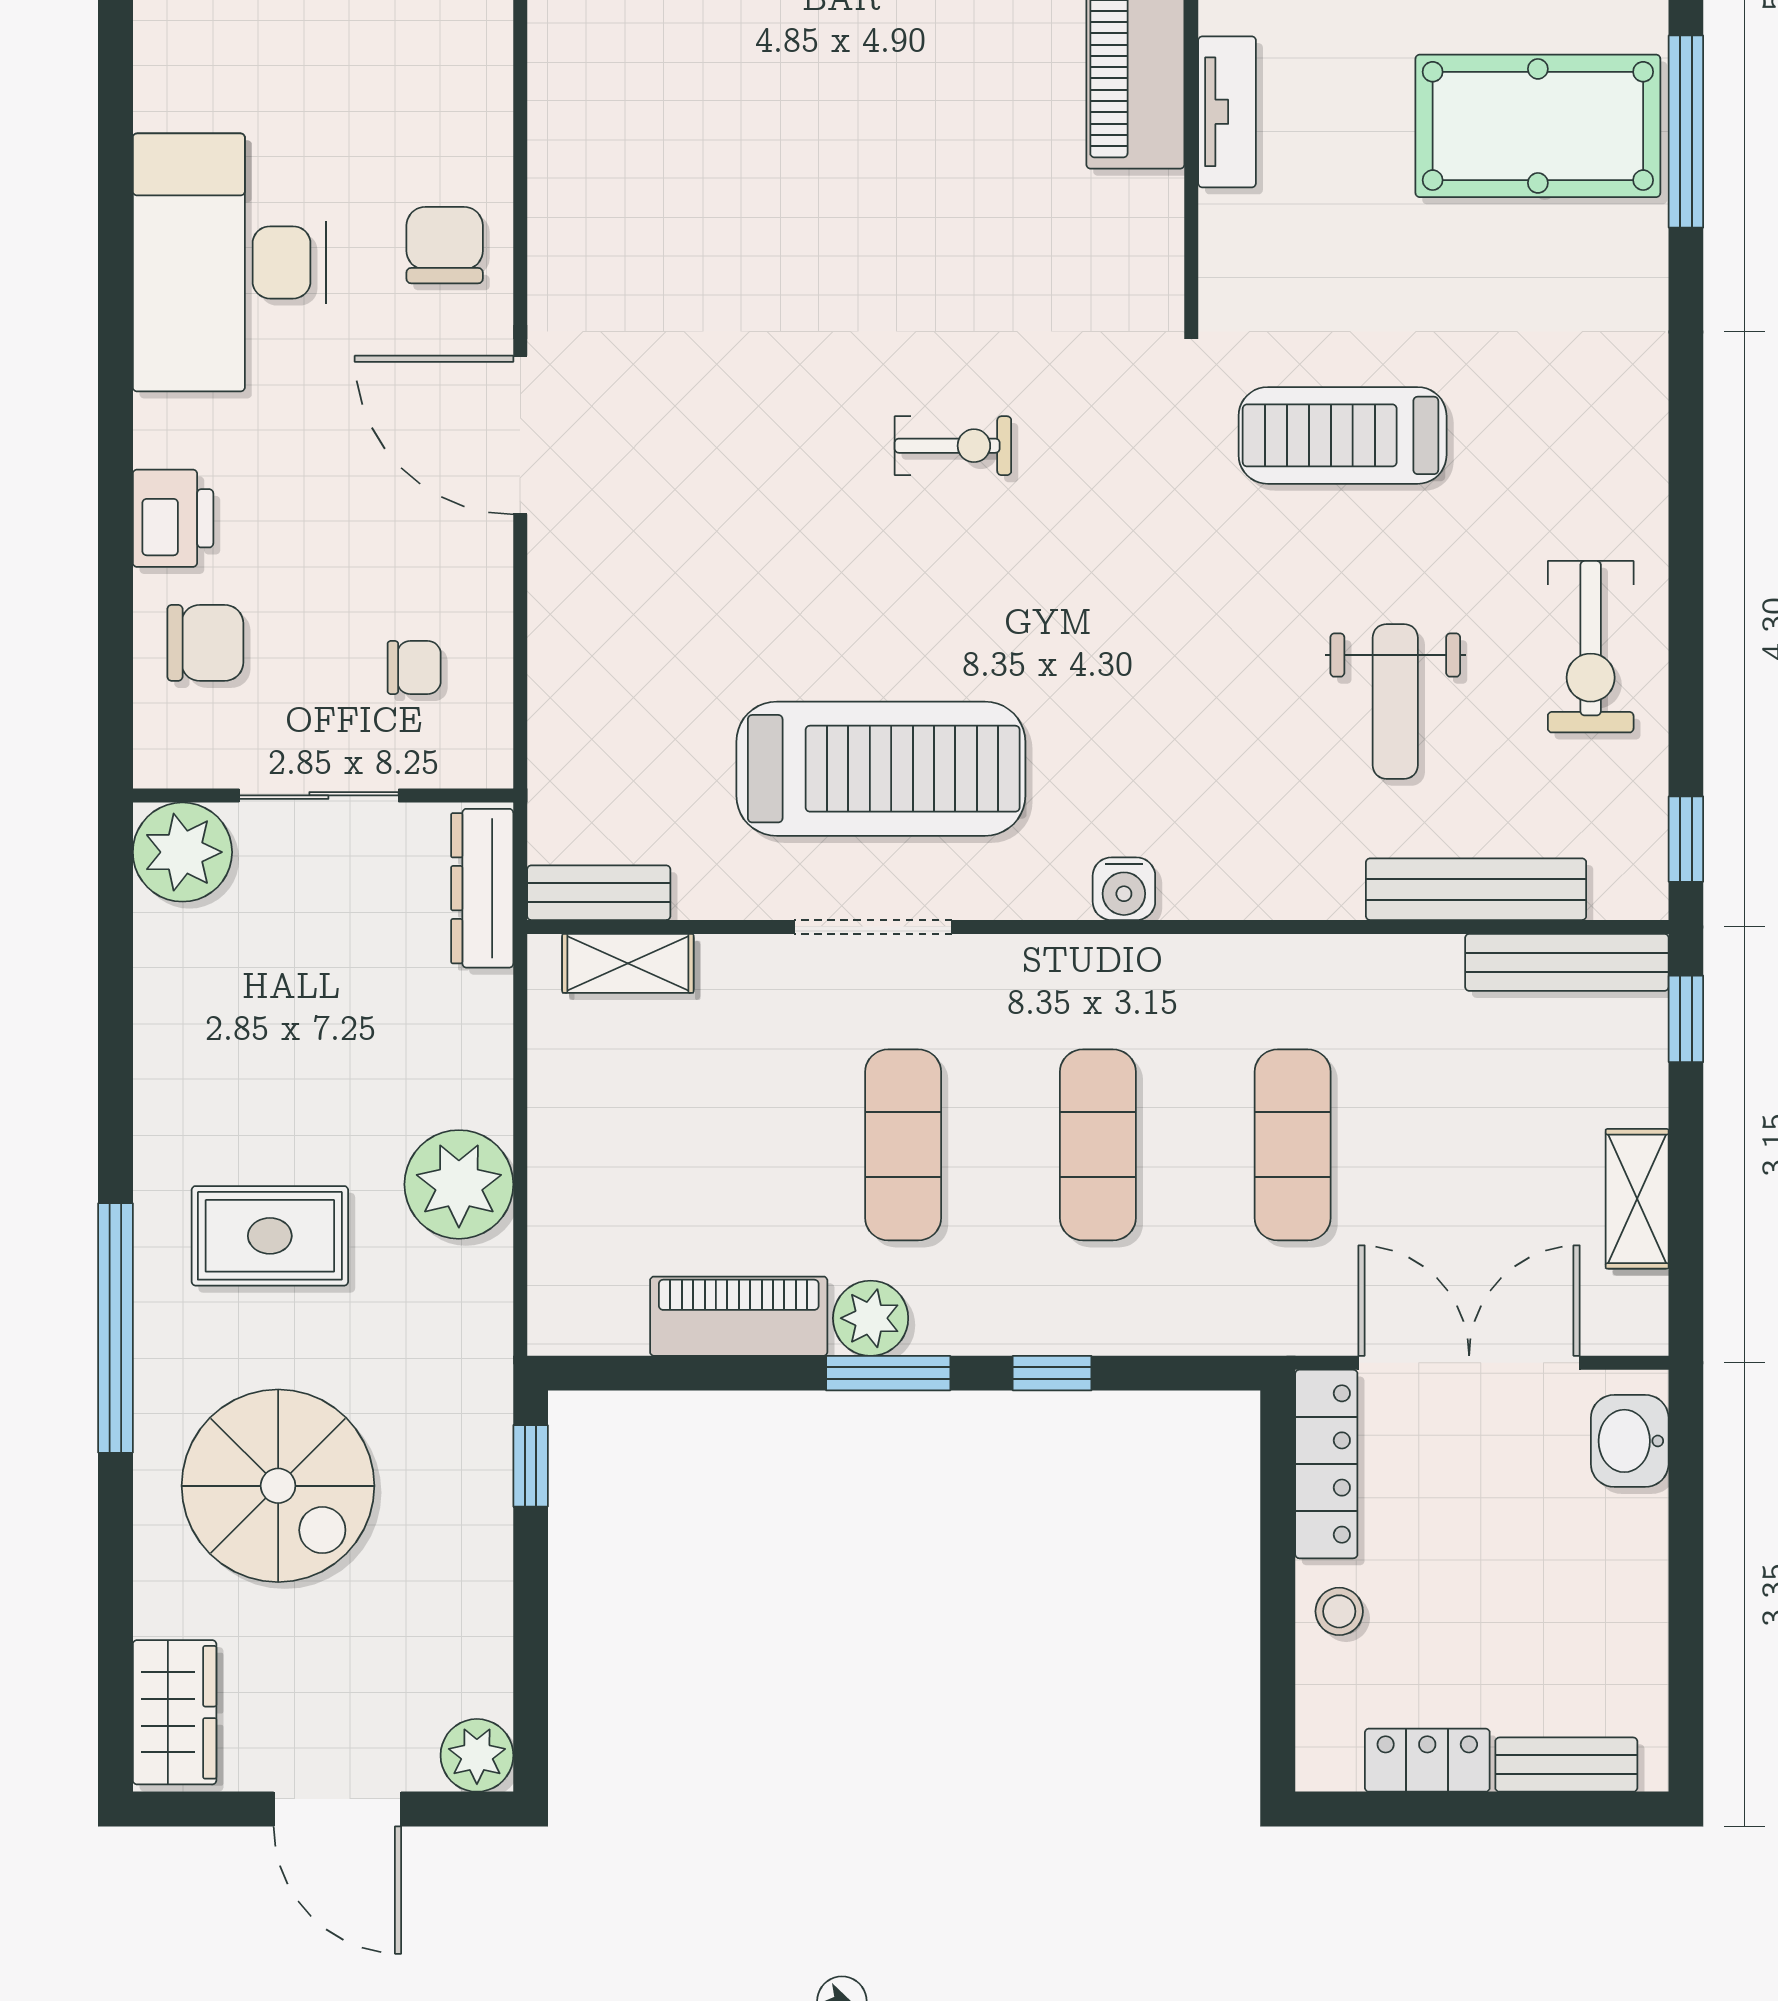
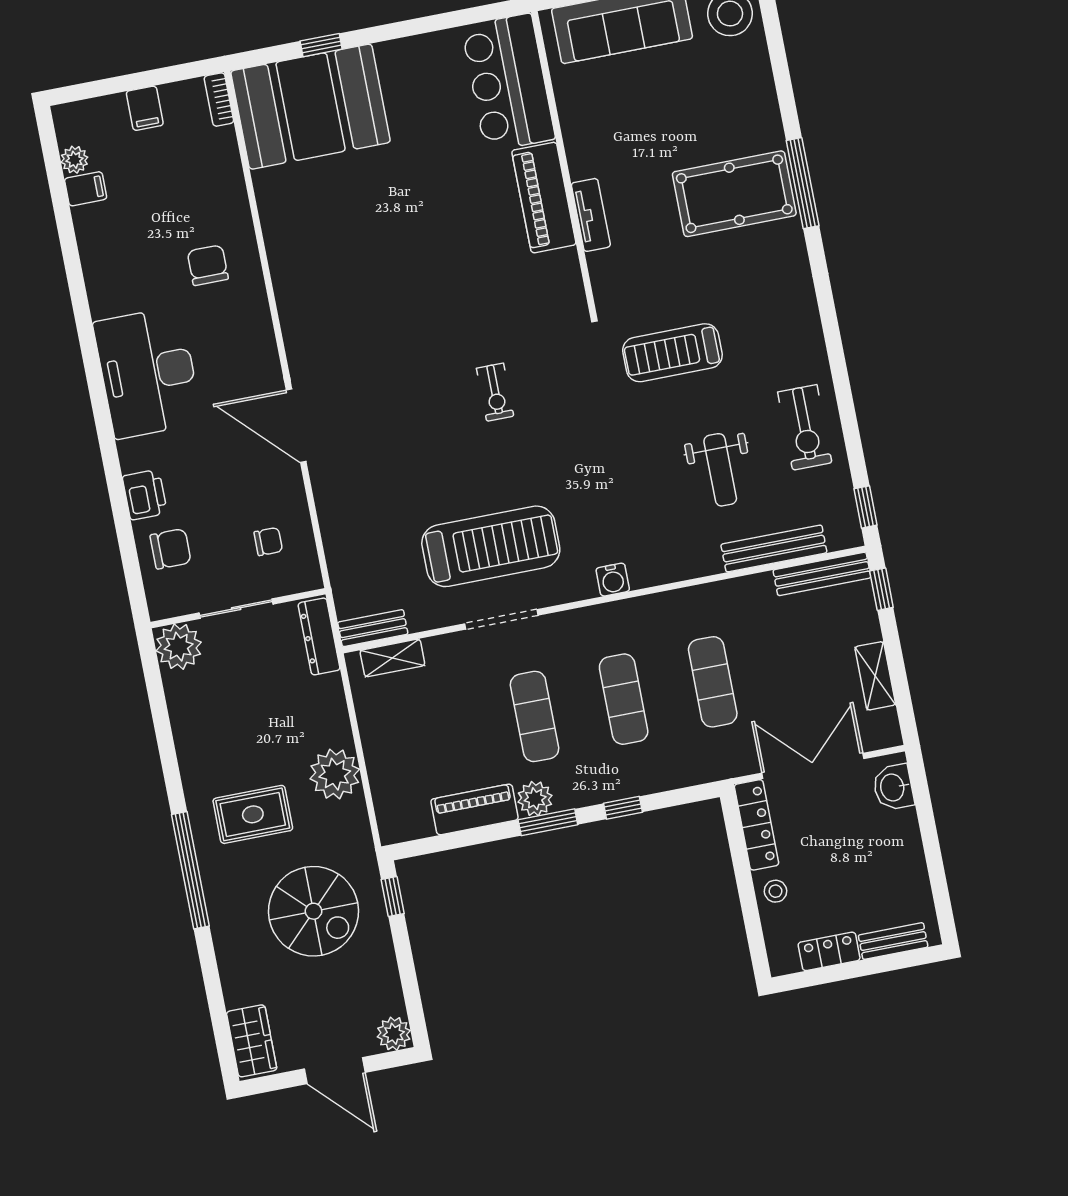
chair: (445, 245) -> (208, 265), moved
exercise bike: (953, 446) -> (495, 392), turned 90
spiral stairs: (278, 1486) -> (314, 911), moved

